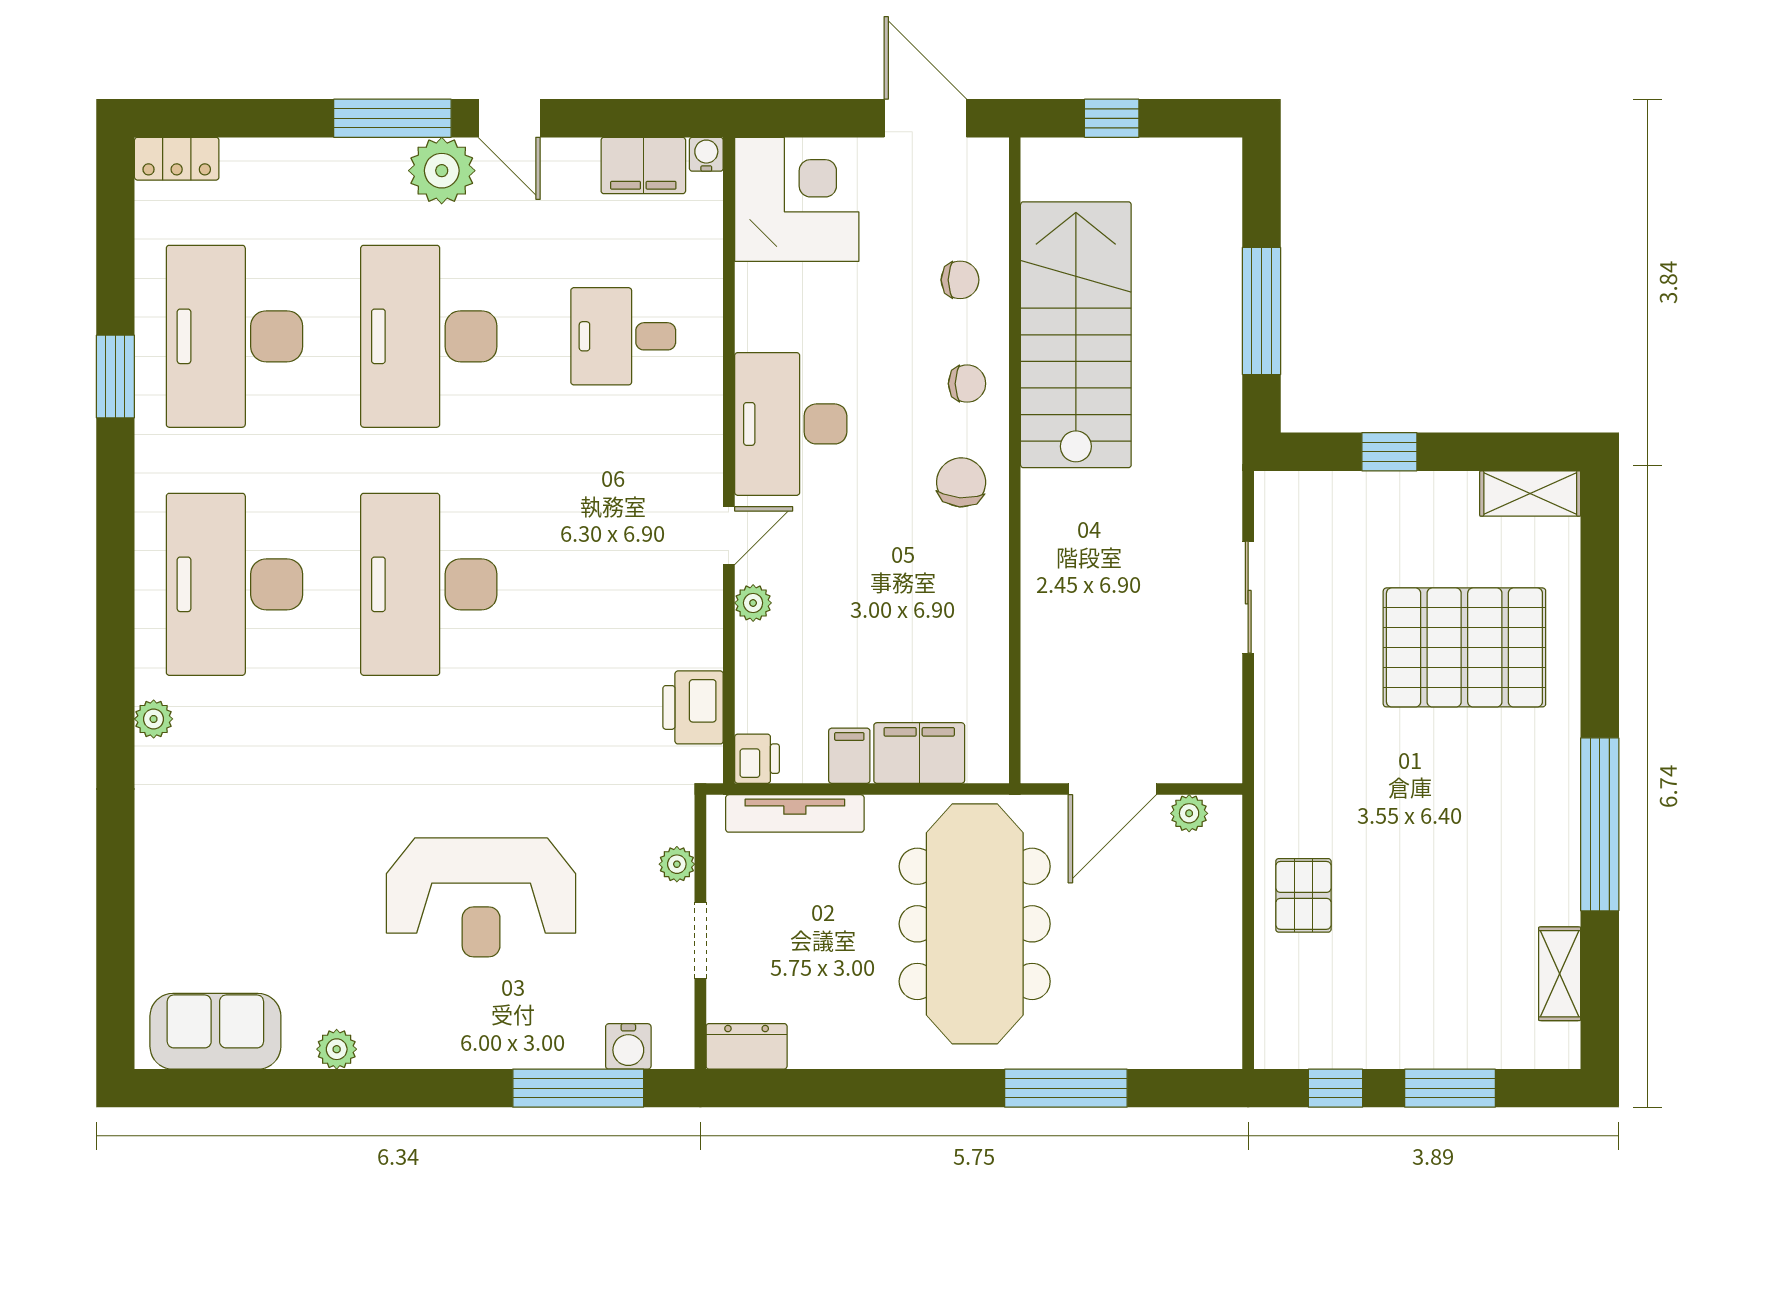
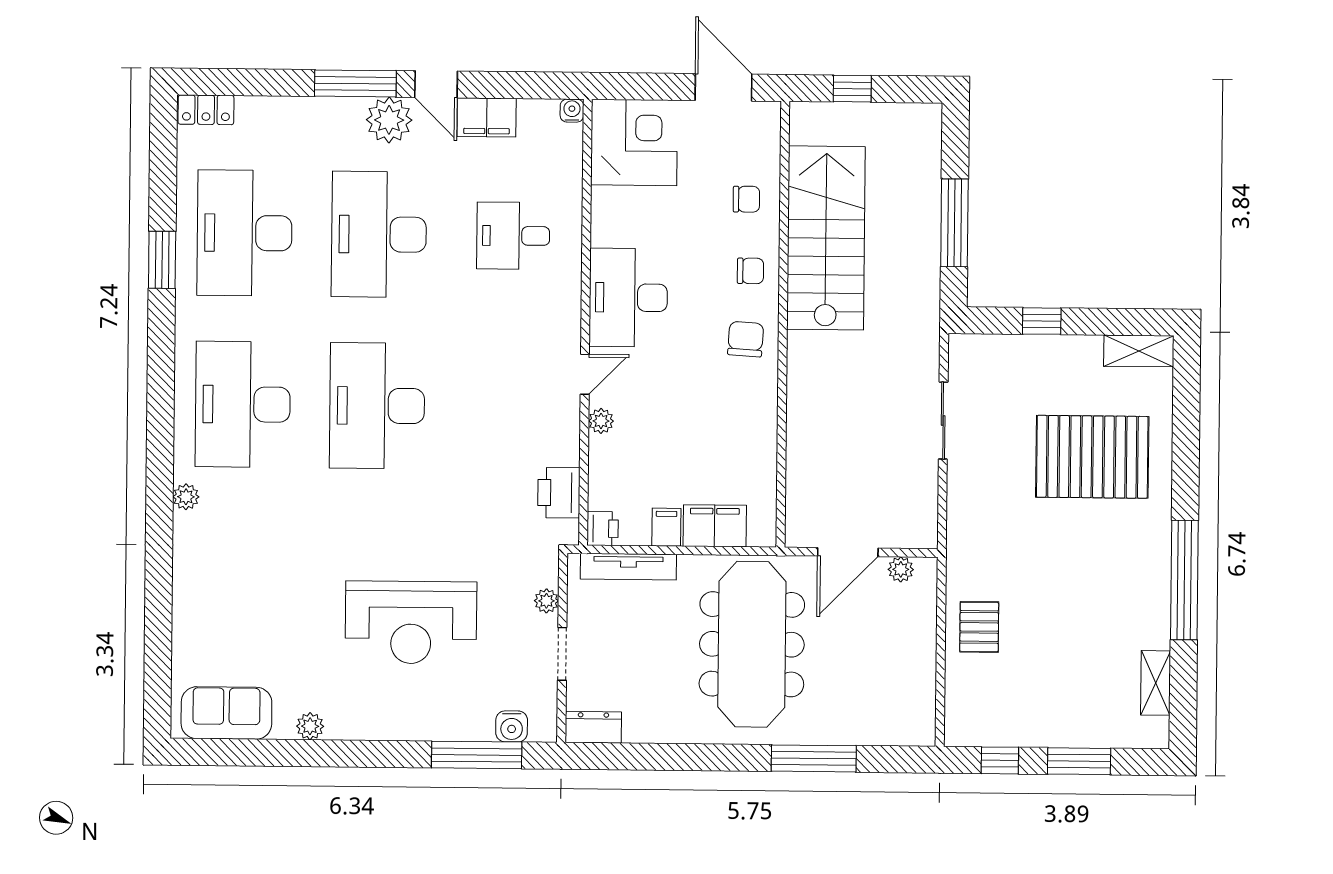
filing cabinet: (643, 166) -> (487, 117), moved

